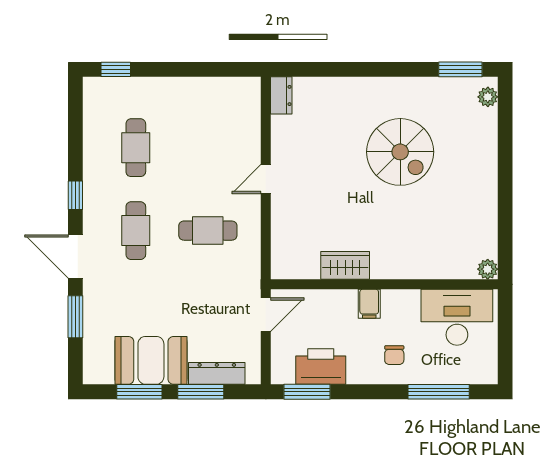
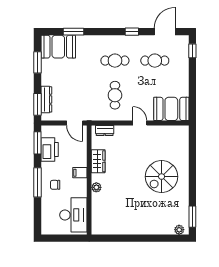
dresser: (281, 95) -> (105, 130), moved
booth: (236, 113) -> (171, 109), added
spiral stairs: (400, 152) -> (162, 177), moved
door: (75, 256) -> (165, 32), moved
plant: (488, 269) -> (96, 187), moved
booth: (151, 360) -> (58, 47), moved, turned 90
window: (201, 392) -> (37, 104), moved
window: (439, 392) -> (37, 182), moved

